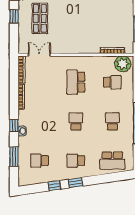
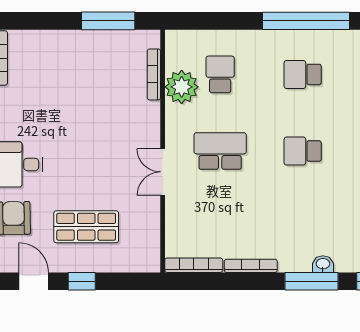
double door: (39, 55) -> (163, 172), moved
plant: (123, 64) -> (182, 87), moved
school desk: (76, 82) -> (220, 151), turned 180
window: (14, 126) -> (311, 281), width x2.17

